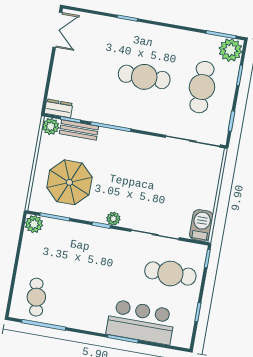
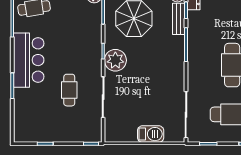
plant: (113, 219) -> (115, 60), width x1.88, depth x1.88
barbecue: (201, 225) -> (151, 134), moved
cafe table: (170, 274) -> (69, 90), moved, width x0.73, depth x0.74
bar counter: (141, 322) -> (29, 60), moved

